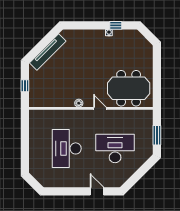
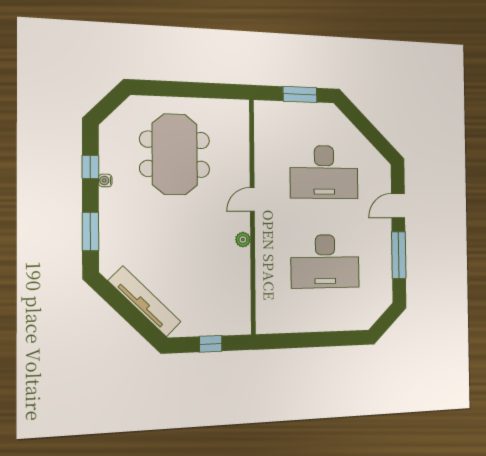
window: (83, 25) -> (90, 231), added
meeting table: (129, 88) -> (175, 154), moved
desk: (115, 148) -> (324, 172), turned -90
window: (70, 191) -> (399, 255), added

